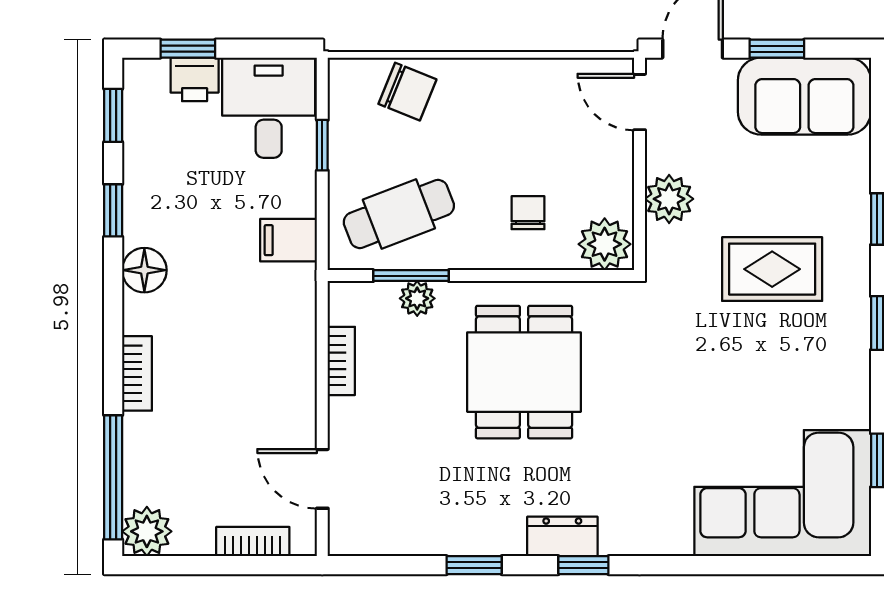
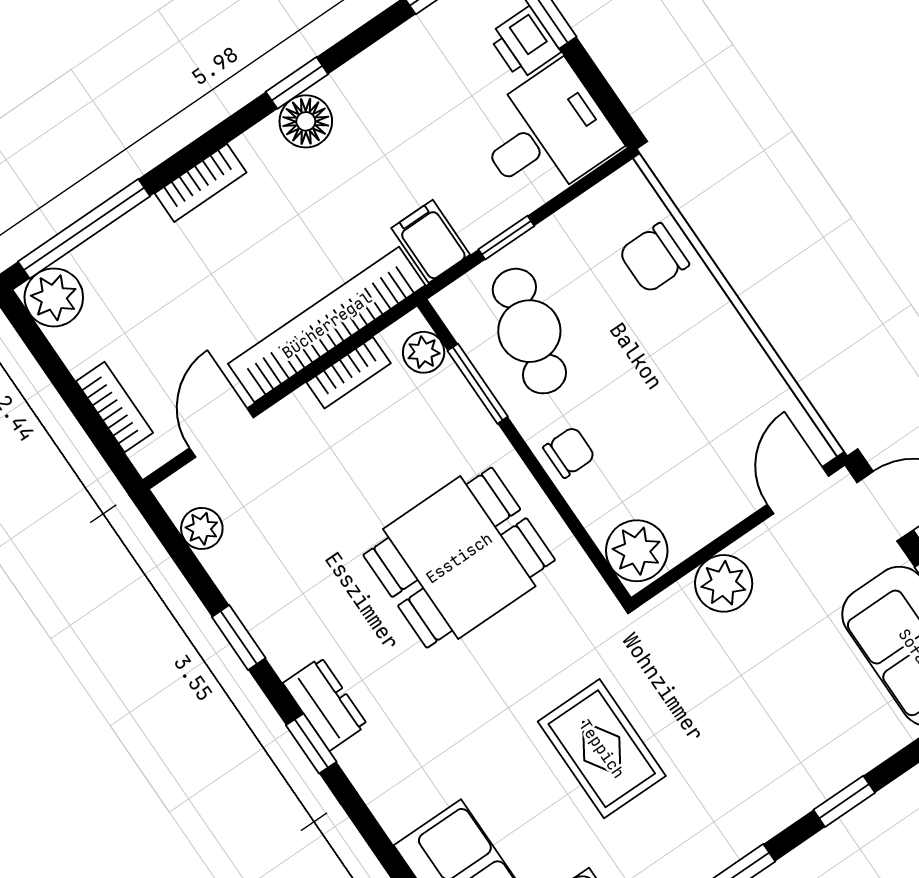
chair: (407, 92) -> (654, 258), turned 68
window: (322, 145) -> (506, 238), moved
window: (113, 210) -> (297, 83), moved
chair: (528, 213) -> (569, 452), moved
cafe table: (399, 214) -> (529, 331), turned 36
rug: (772, 269) -> (602, 749), moved
plant: (417, 298) -> (424, 352), moved
bookcase: (297, 353) -> (327, 325), added
plant: (380, 539) -> (202, 528), added

